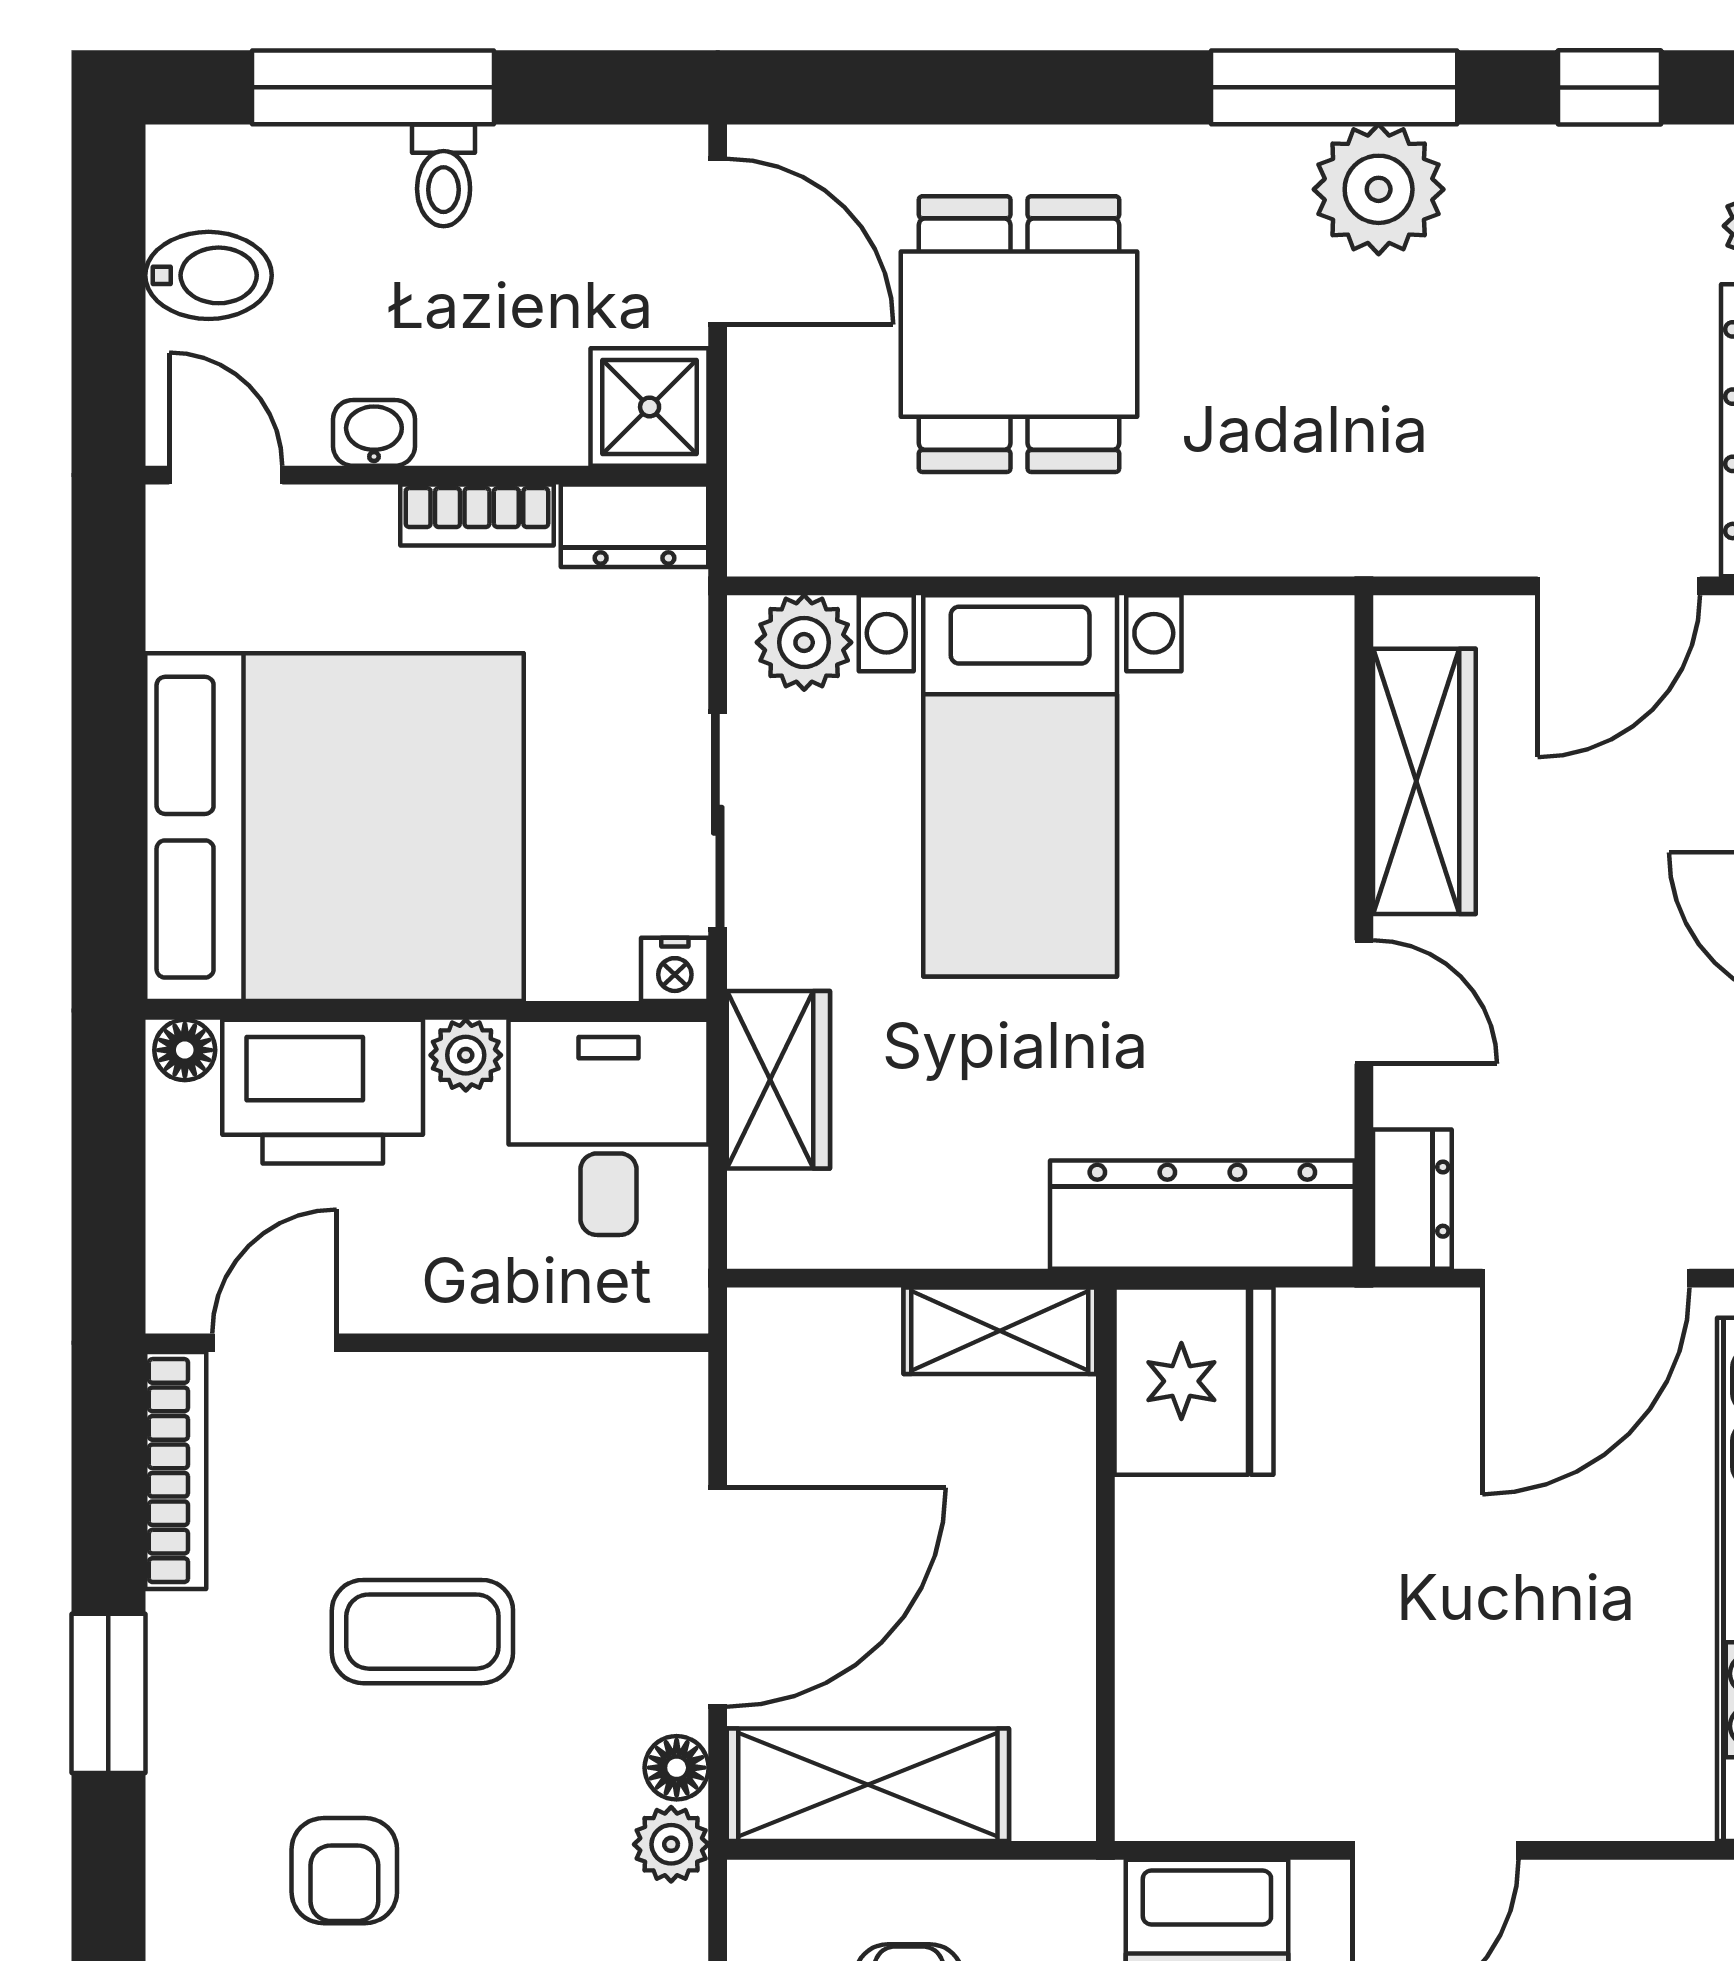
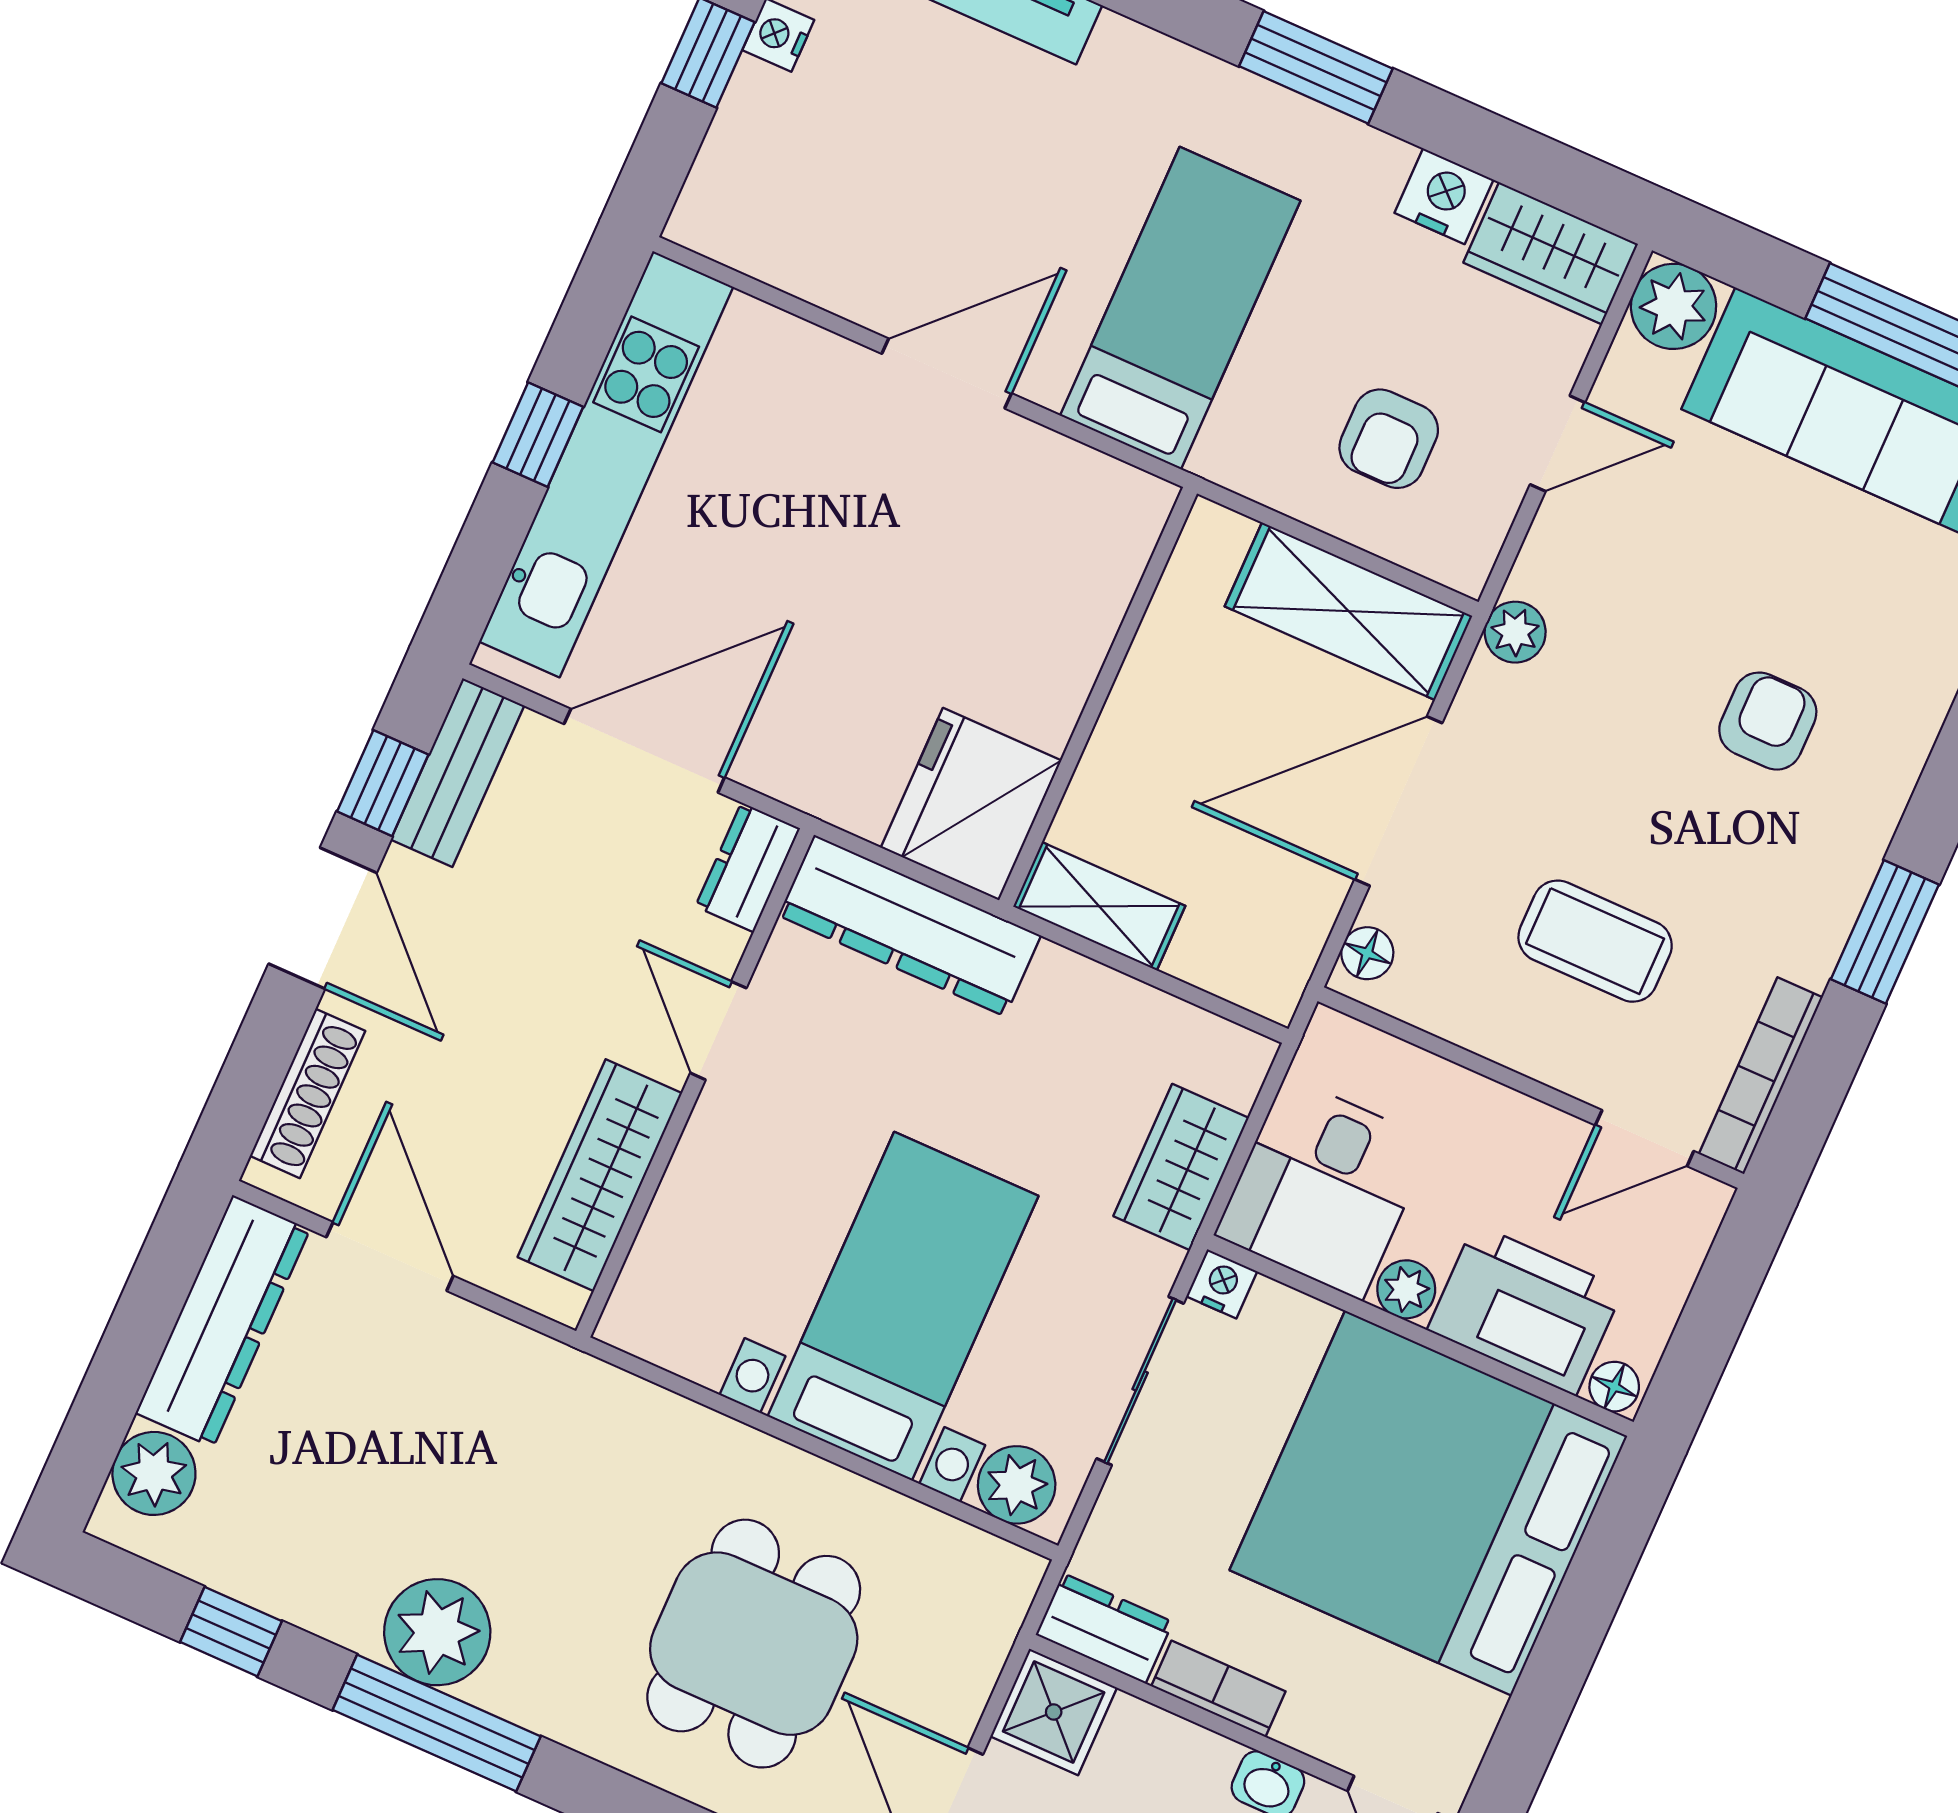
door: (1619, 586) -> (390, 1256), hinge flipped
coffee table: (422, 1632) -> (1595, 941), moved
floor lamp: (677, 1768) -> (1367, 953), moved

